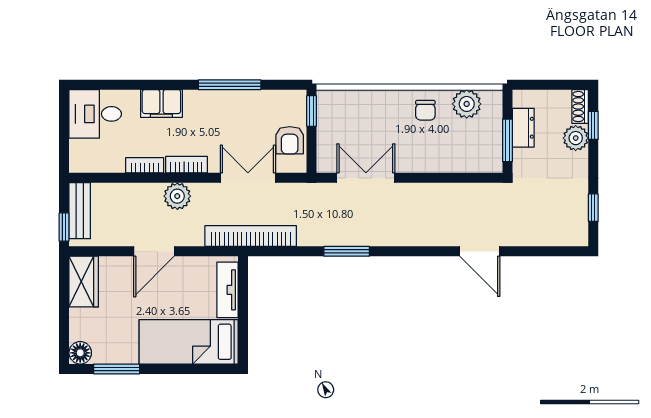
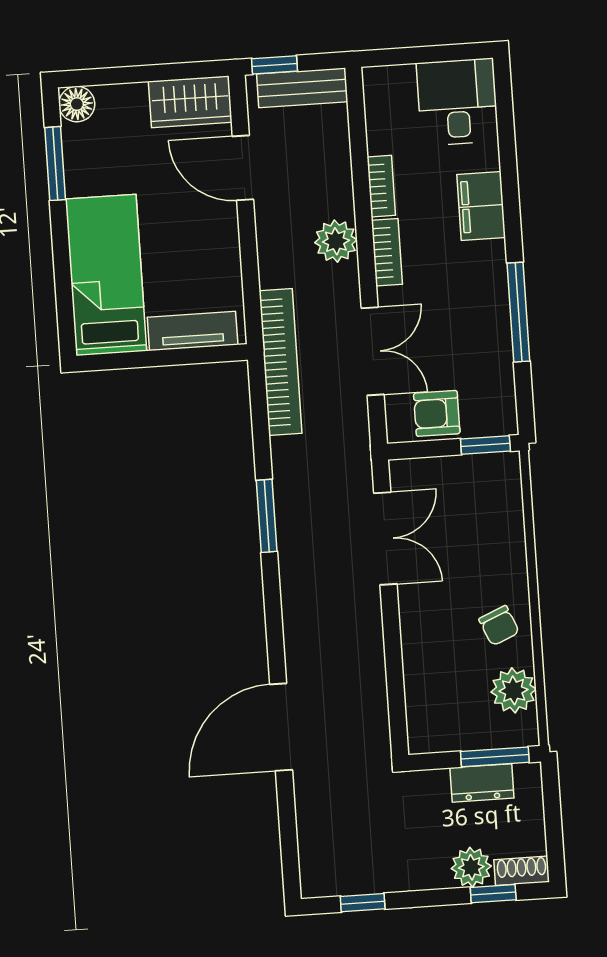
chair: (425, 110) -> (499, 626), turned -113
window: (508, 140) -> (495, 757), moved
door: (154, 251) -> (243, 168), moved
door: (480, 251) -> (281, 727), width x1.36

